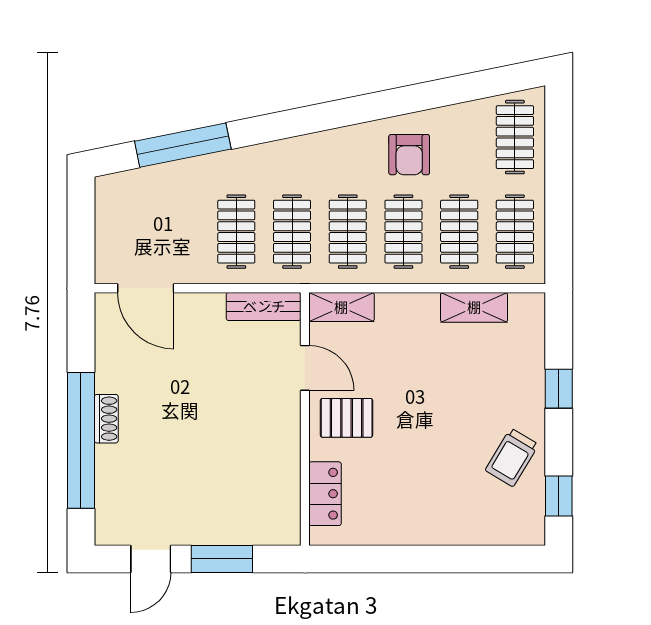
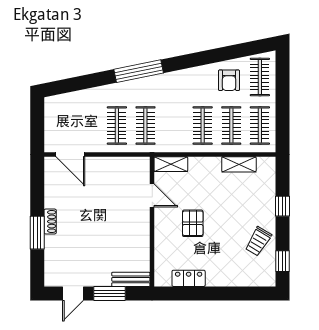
window: (183, 145) -> (139, 71), moved
armchair: (409, 155) -> (229, 80), moved
clothes rail: (348, 232) -> (174, 126), removed
bench: (264, 306) -> (131, 279), moved
pallet: (347, 418) -> (193, 223), moved, turned 90
window: (81, 440) -> (37, 233), width x0.47
locker: (325, 494) -> (189, 278), moved, turned -90

